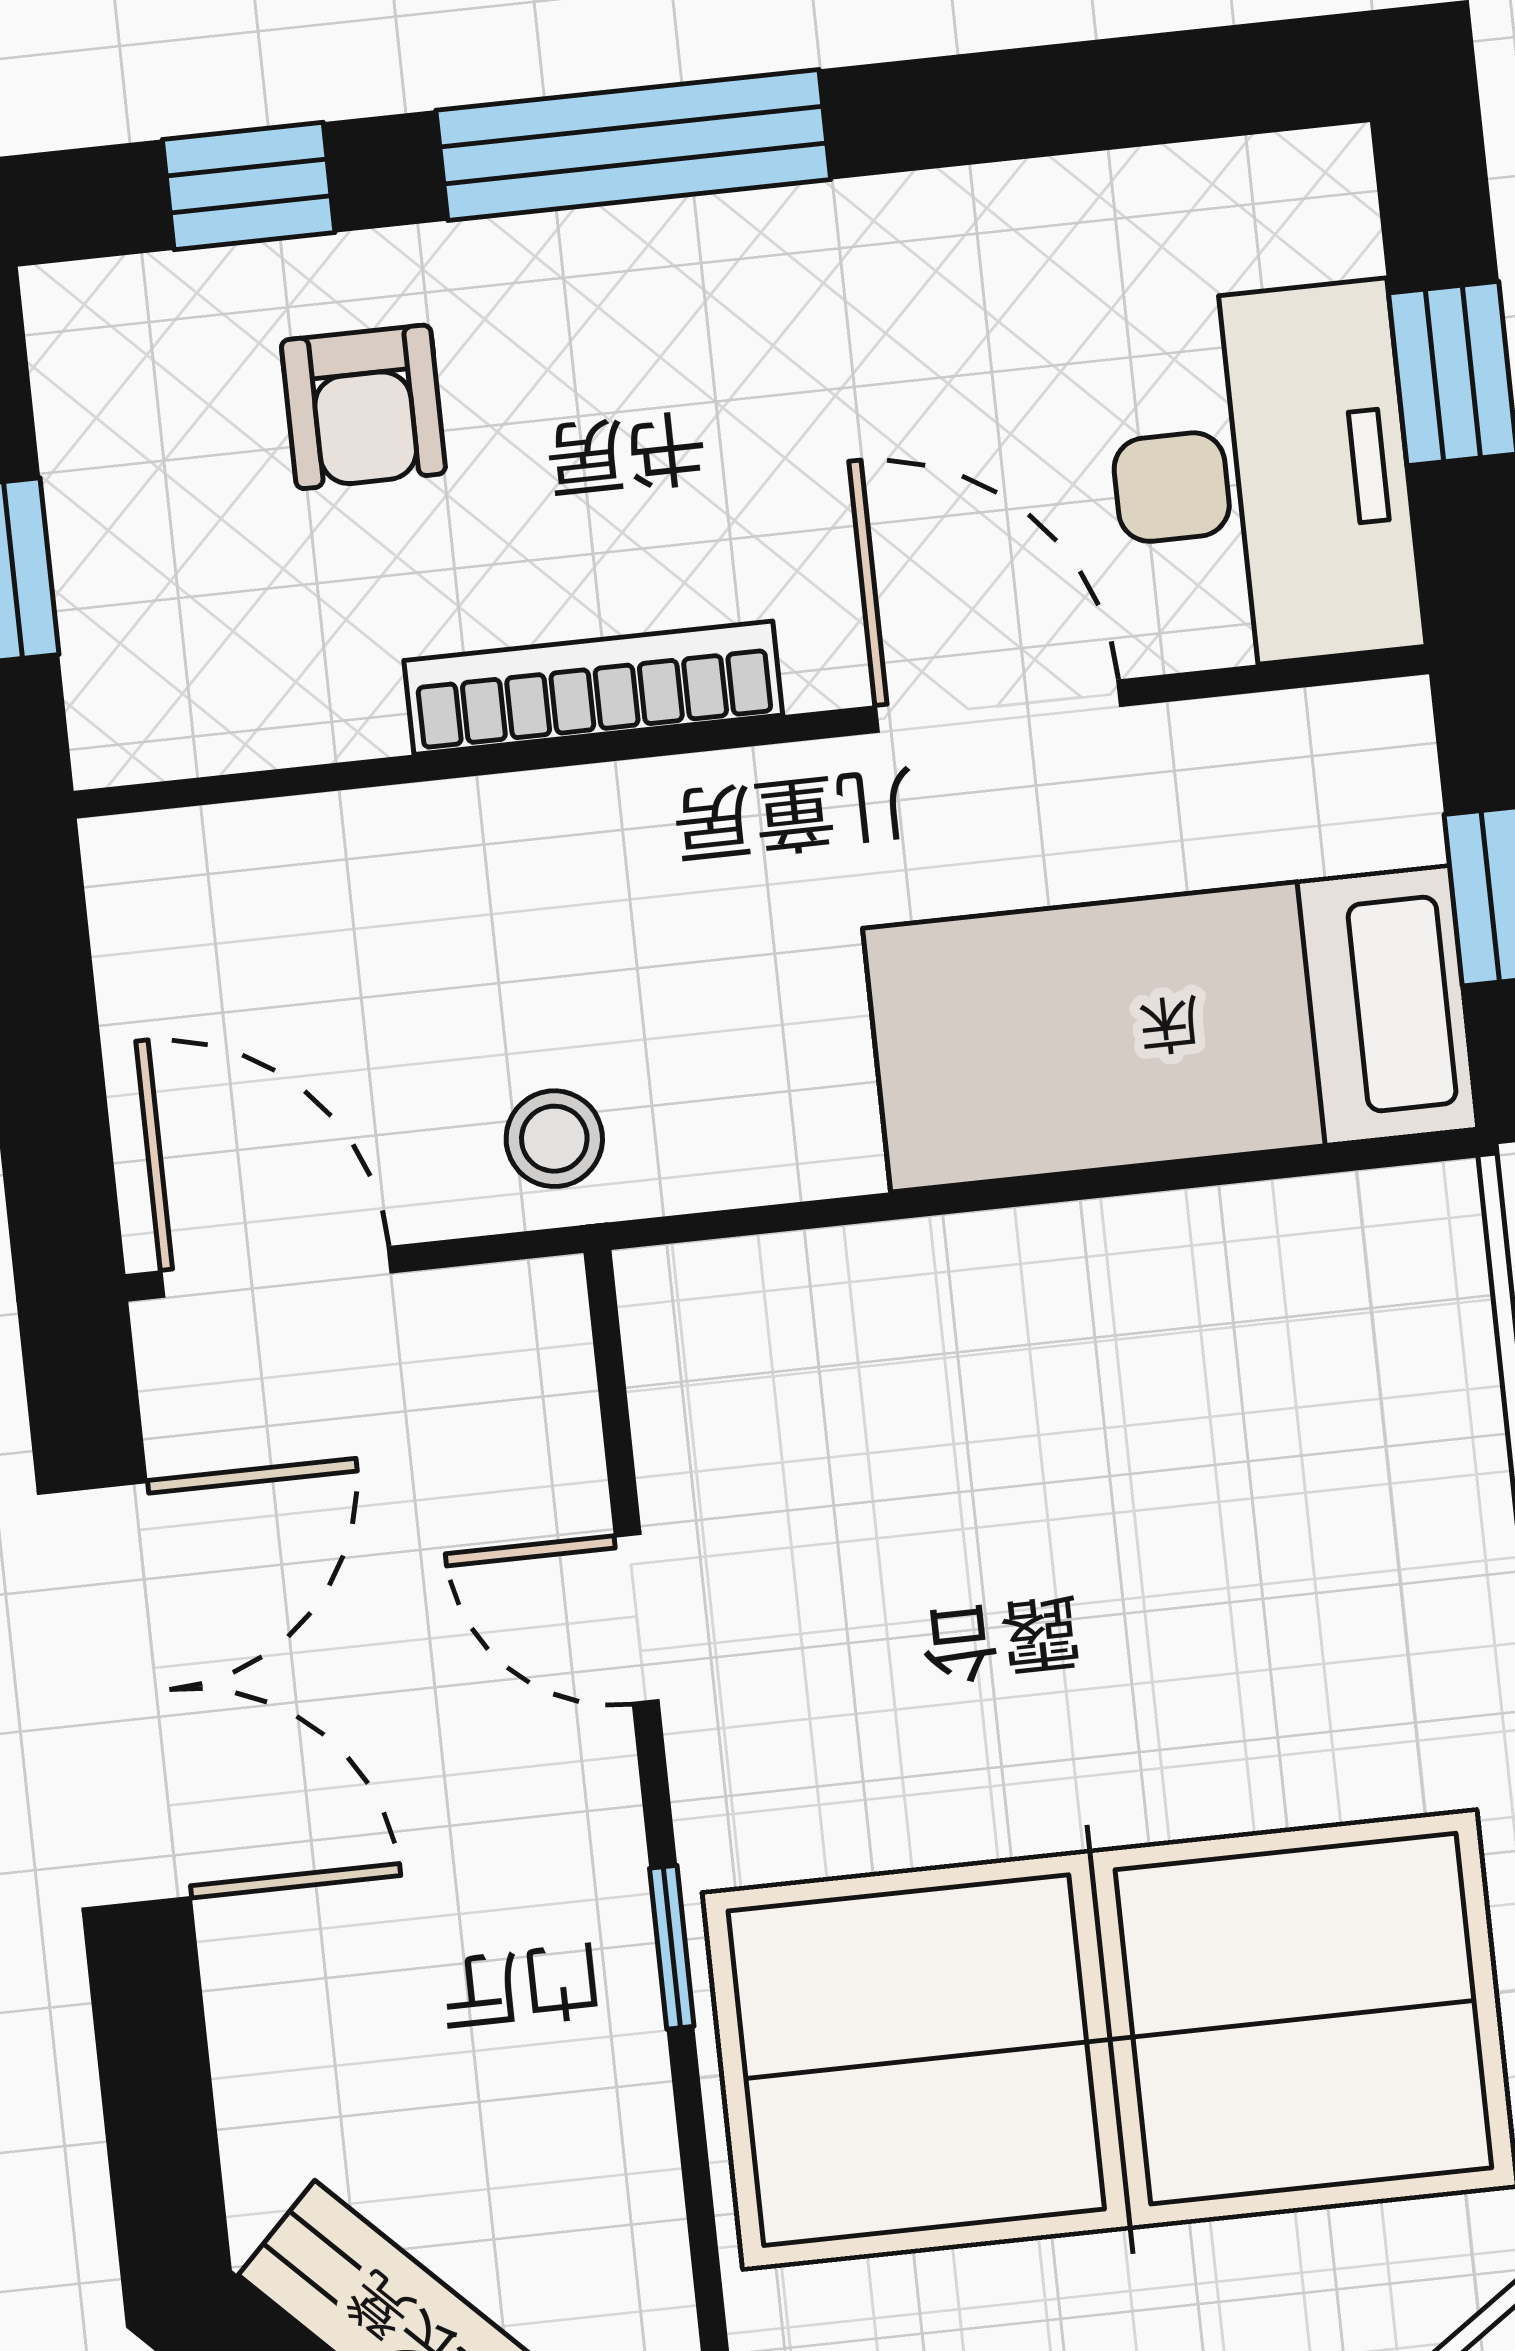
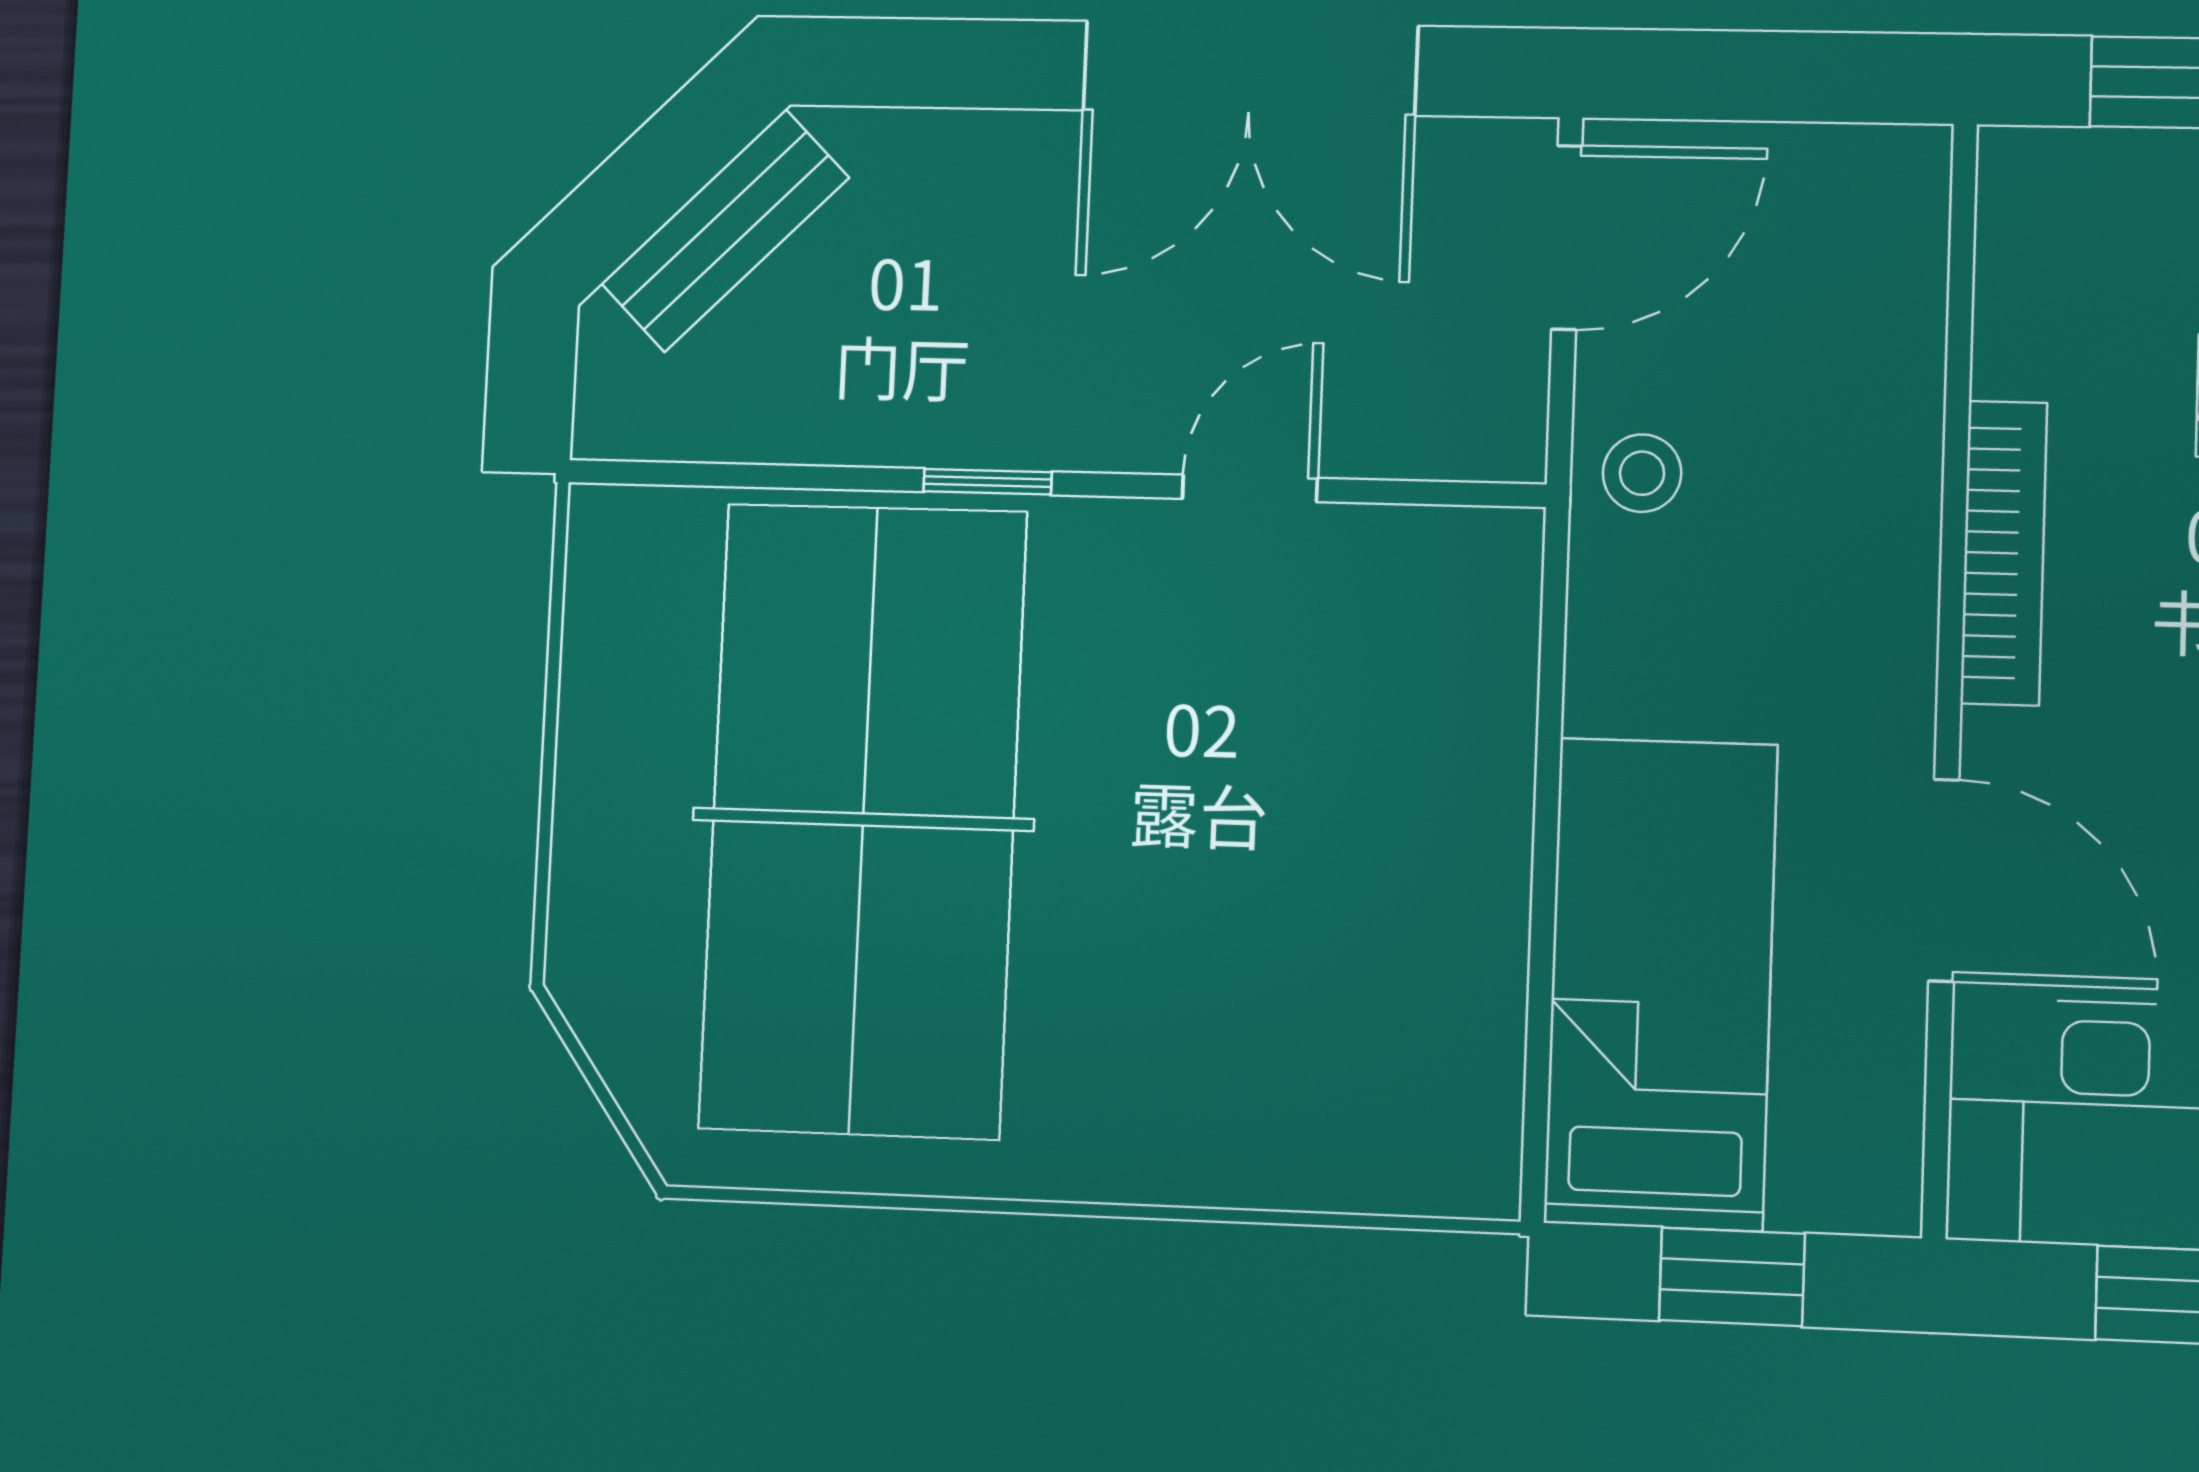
door: (998, 706) -> (1944, 880), hinge flipped

